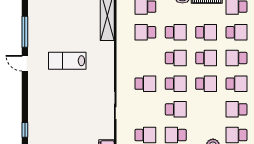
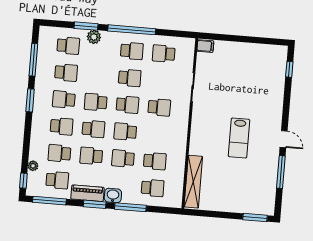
school desk: (206, 58) -> (93, 129), turned 180
lab bench: (67, 61) -> (239, 138), turned 90
school desk: (145, 84) -> (159, 107), turned 180
school desk: (176, 84) -> (127, 105), turned 180
school desk: (176, 109) -> (130, 78), turned 180

